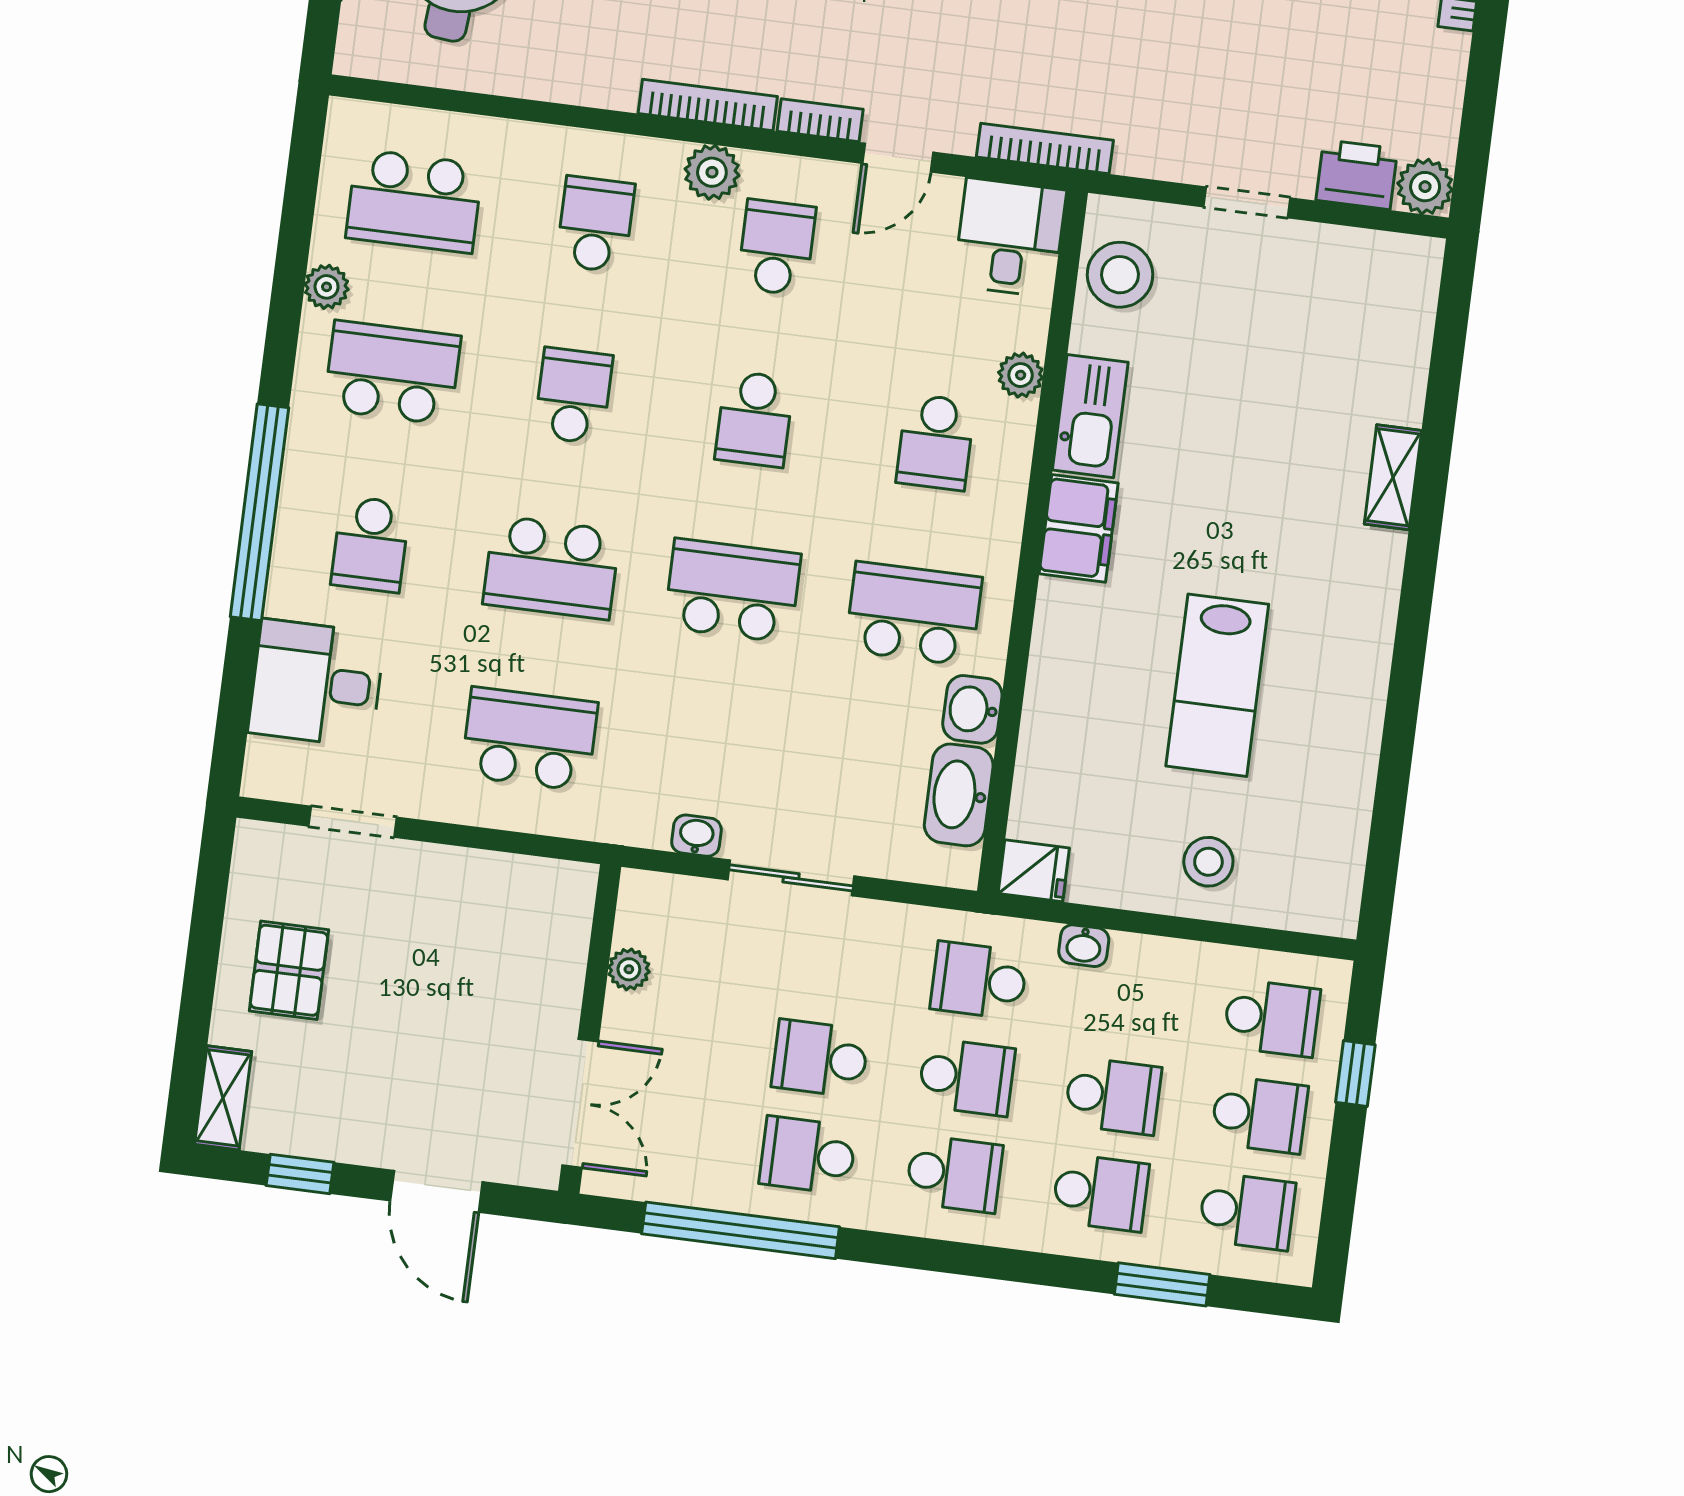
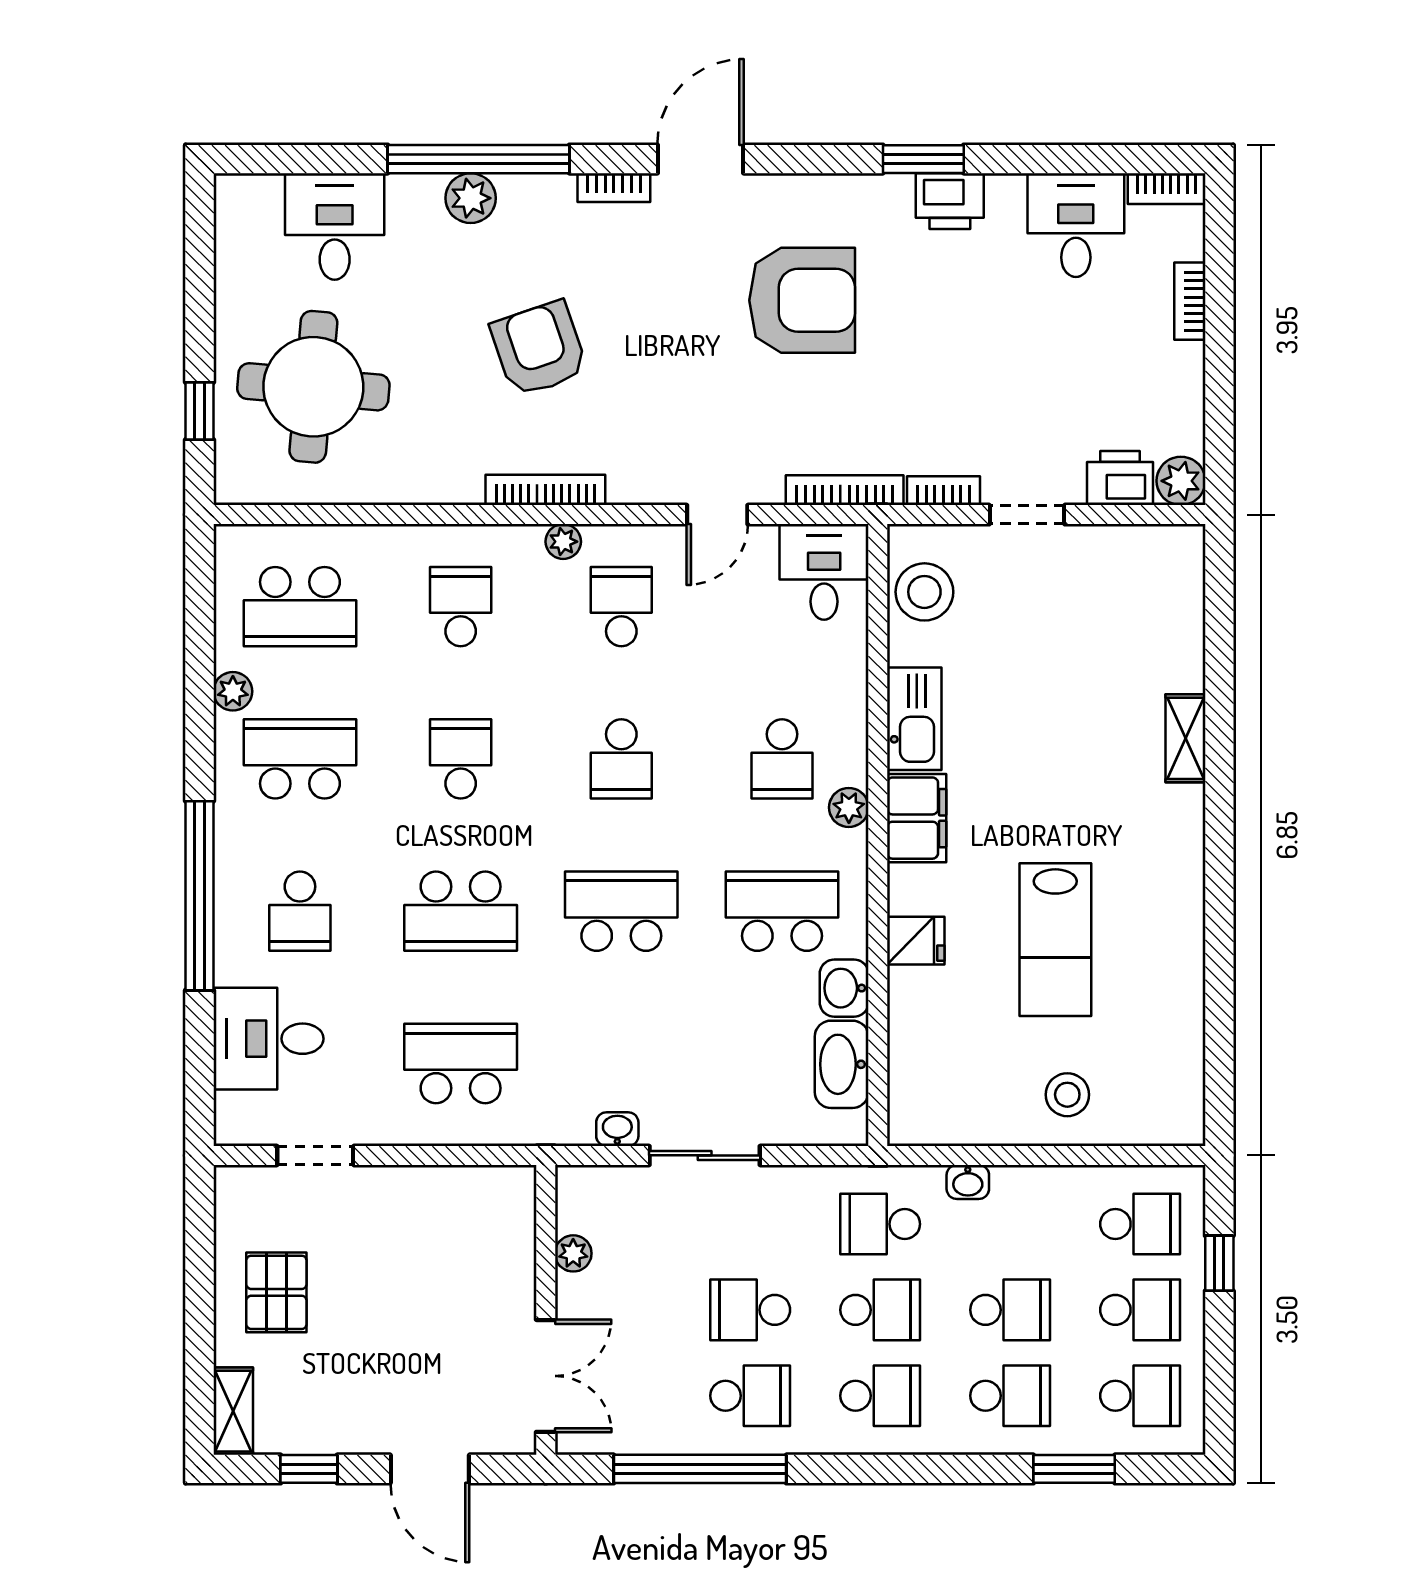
bookcase: (820, 120) -> (944, 491), moved
plant: (712, 172) -> (563, 542), width x0.73, depth x0.73
plant: (1021, 375) -> (849, 807), moved
fridge: (1034, 871) -> (916, 941), moved
school desk: (808, 1155) -> (750, 1396), turned 180

